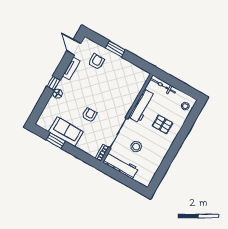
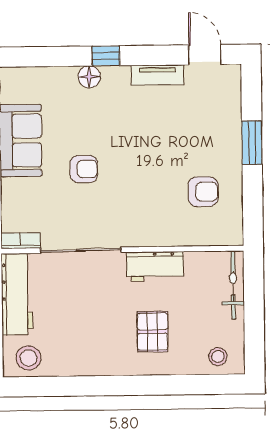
door: (74, 47) -> (205, 55), hinge flipped
armchair: (96, 62) -> (203, 192), moved
workbench: (142, 106) -> (155, 266), width x0.73
stool: (136, 147) -> (29, 358), moved

